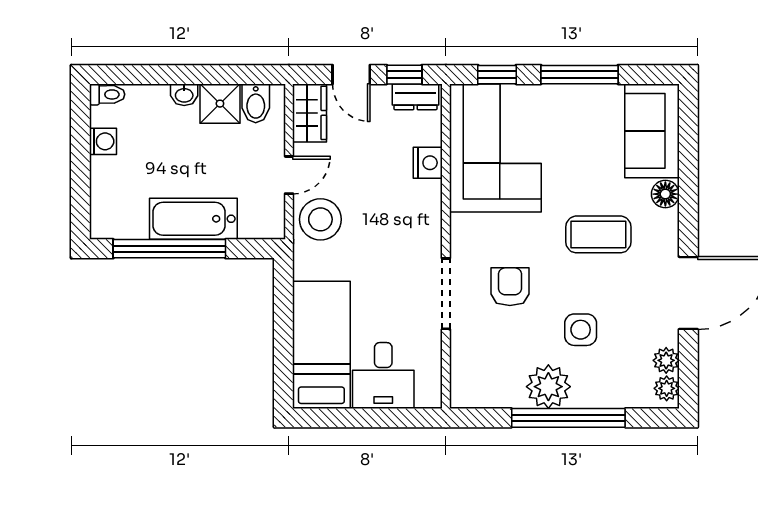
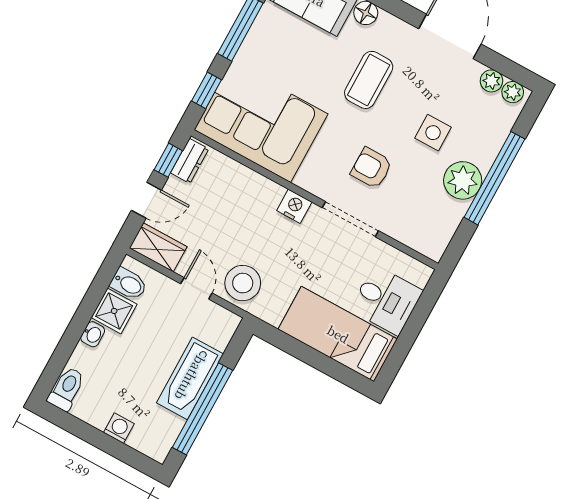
toilet: (107, 94) -> (67, 389), width x1.37, depth x1.39
washing machine: (103, 141) -> (119, 428), moved
nightstand: (428, 163) -> (294, 206), moved

